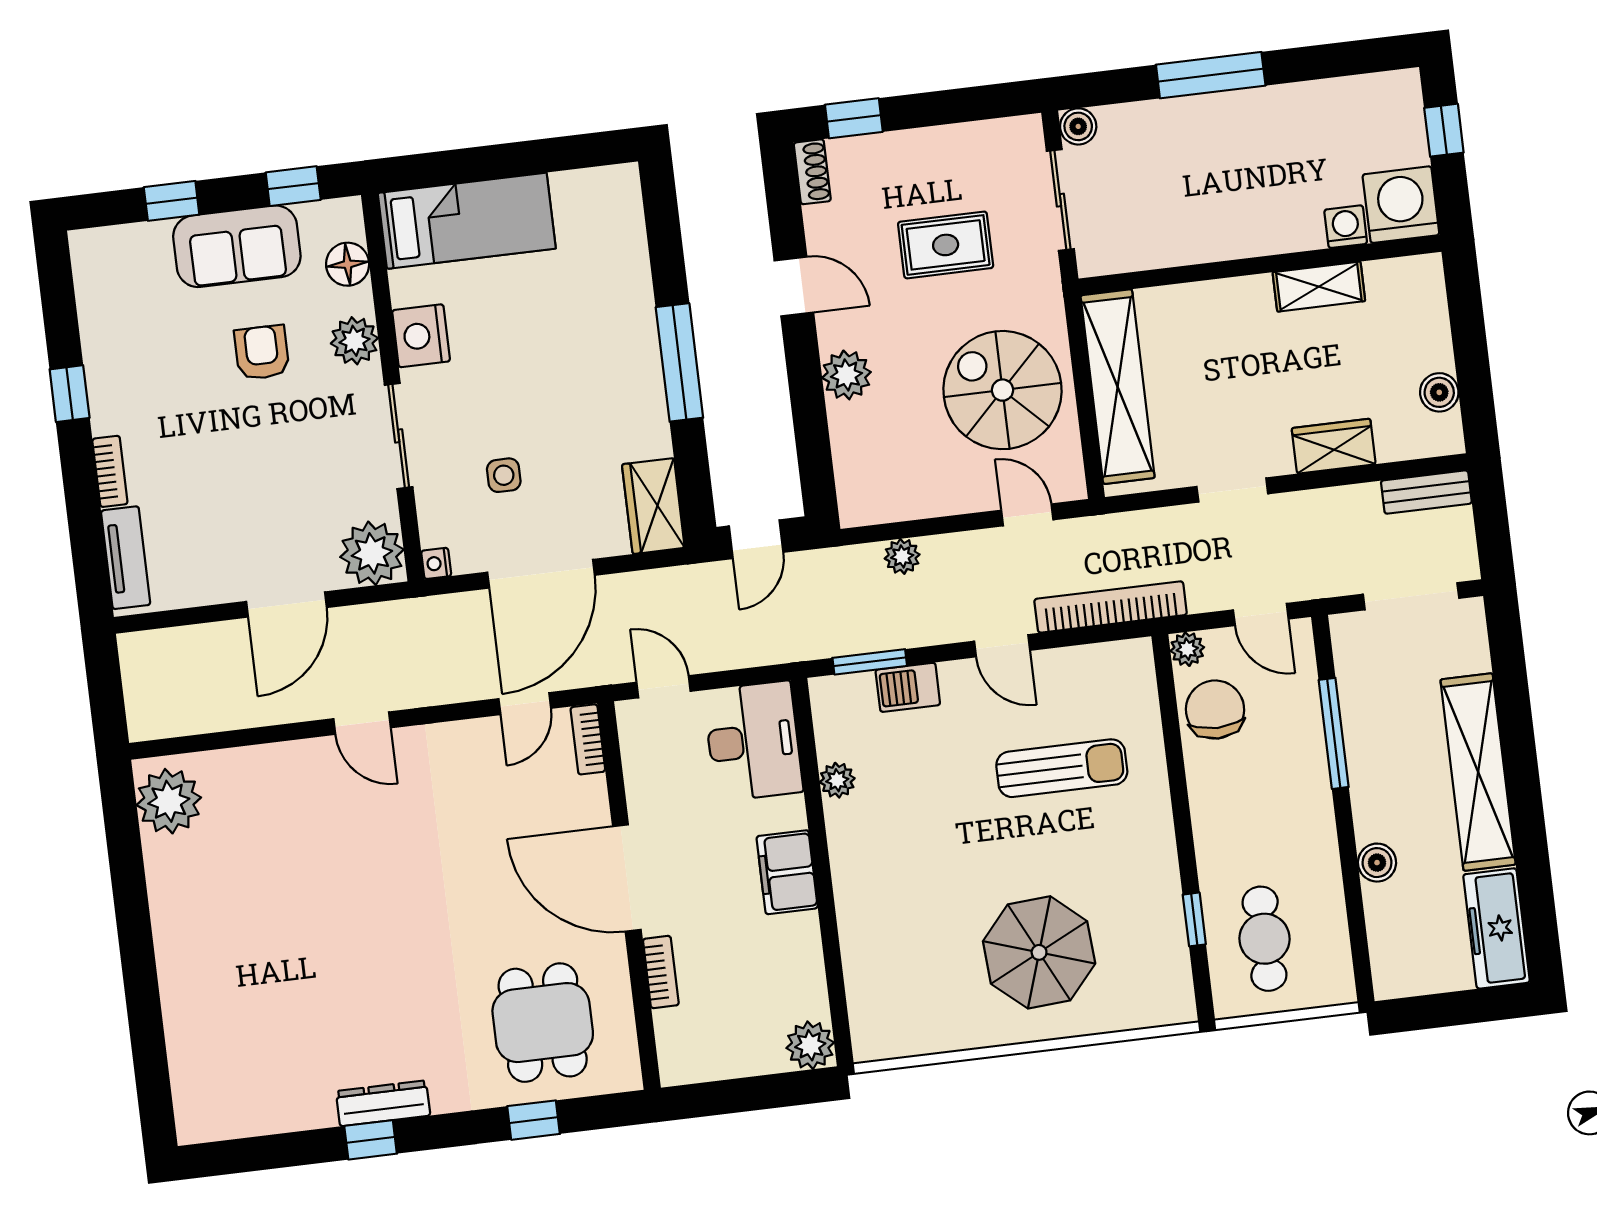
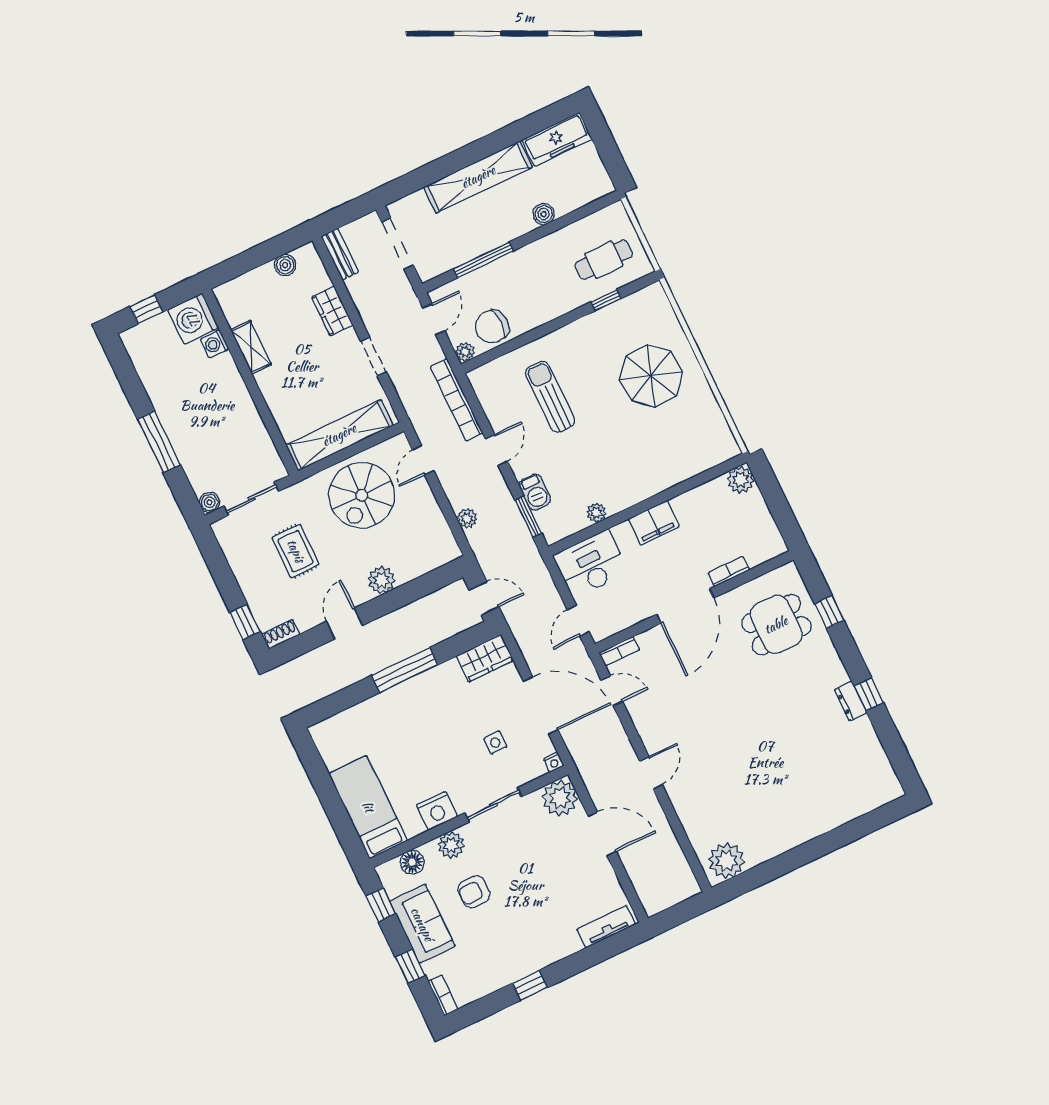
bookcase: (110, 471) -> (443, 995), moved, turned 90
dresser: (383, 1103) -> (851, 701), width x0.70

